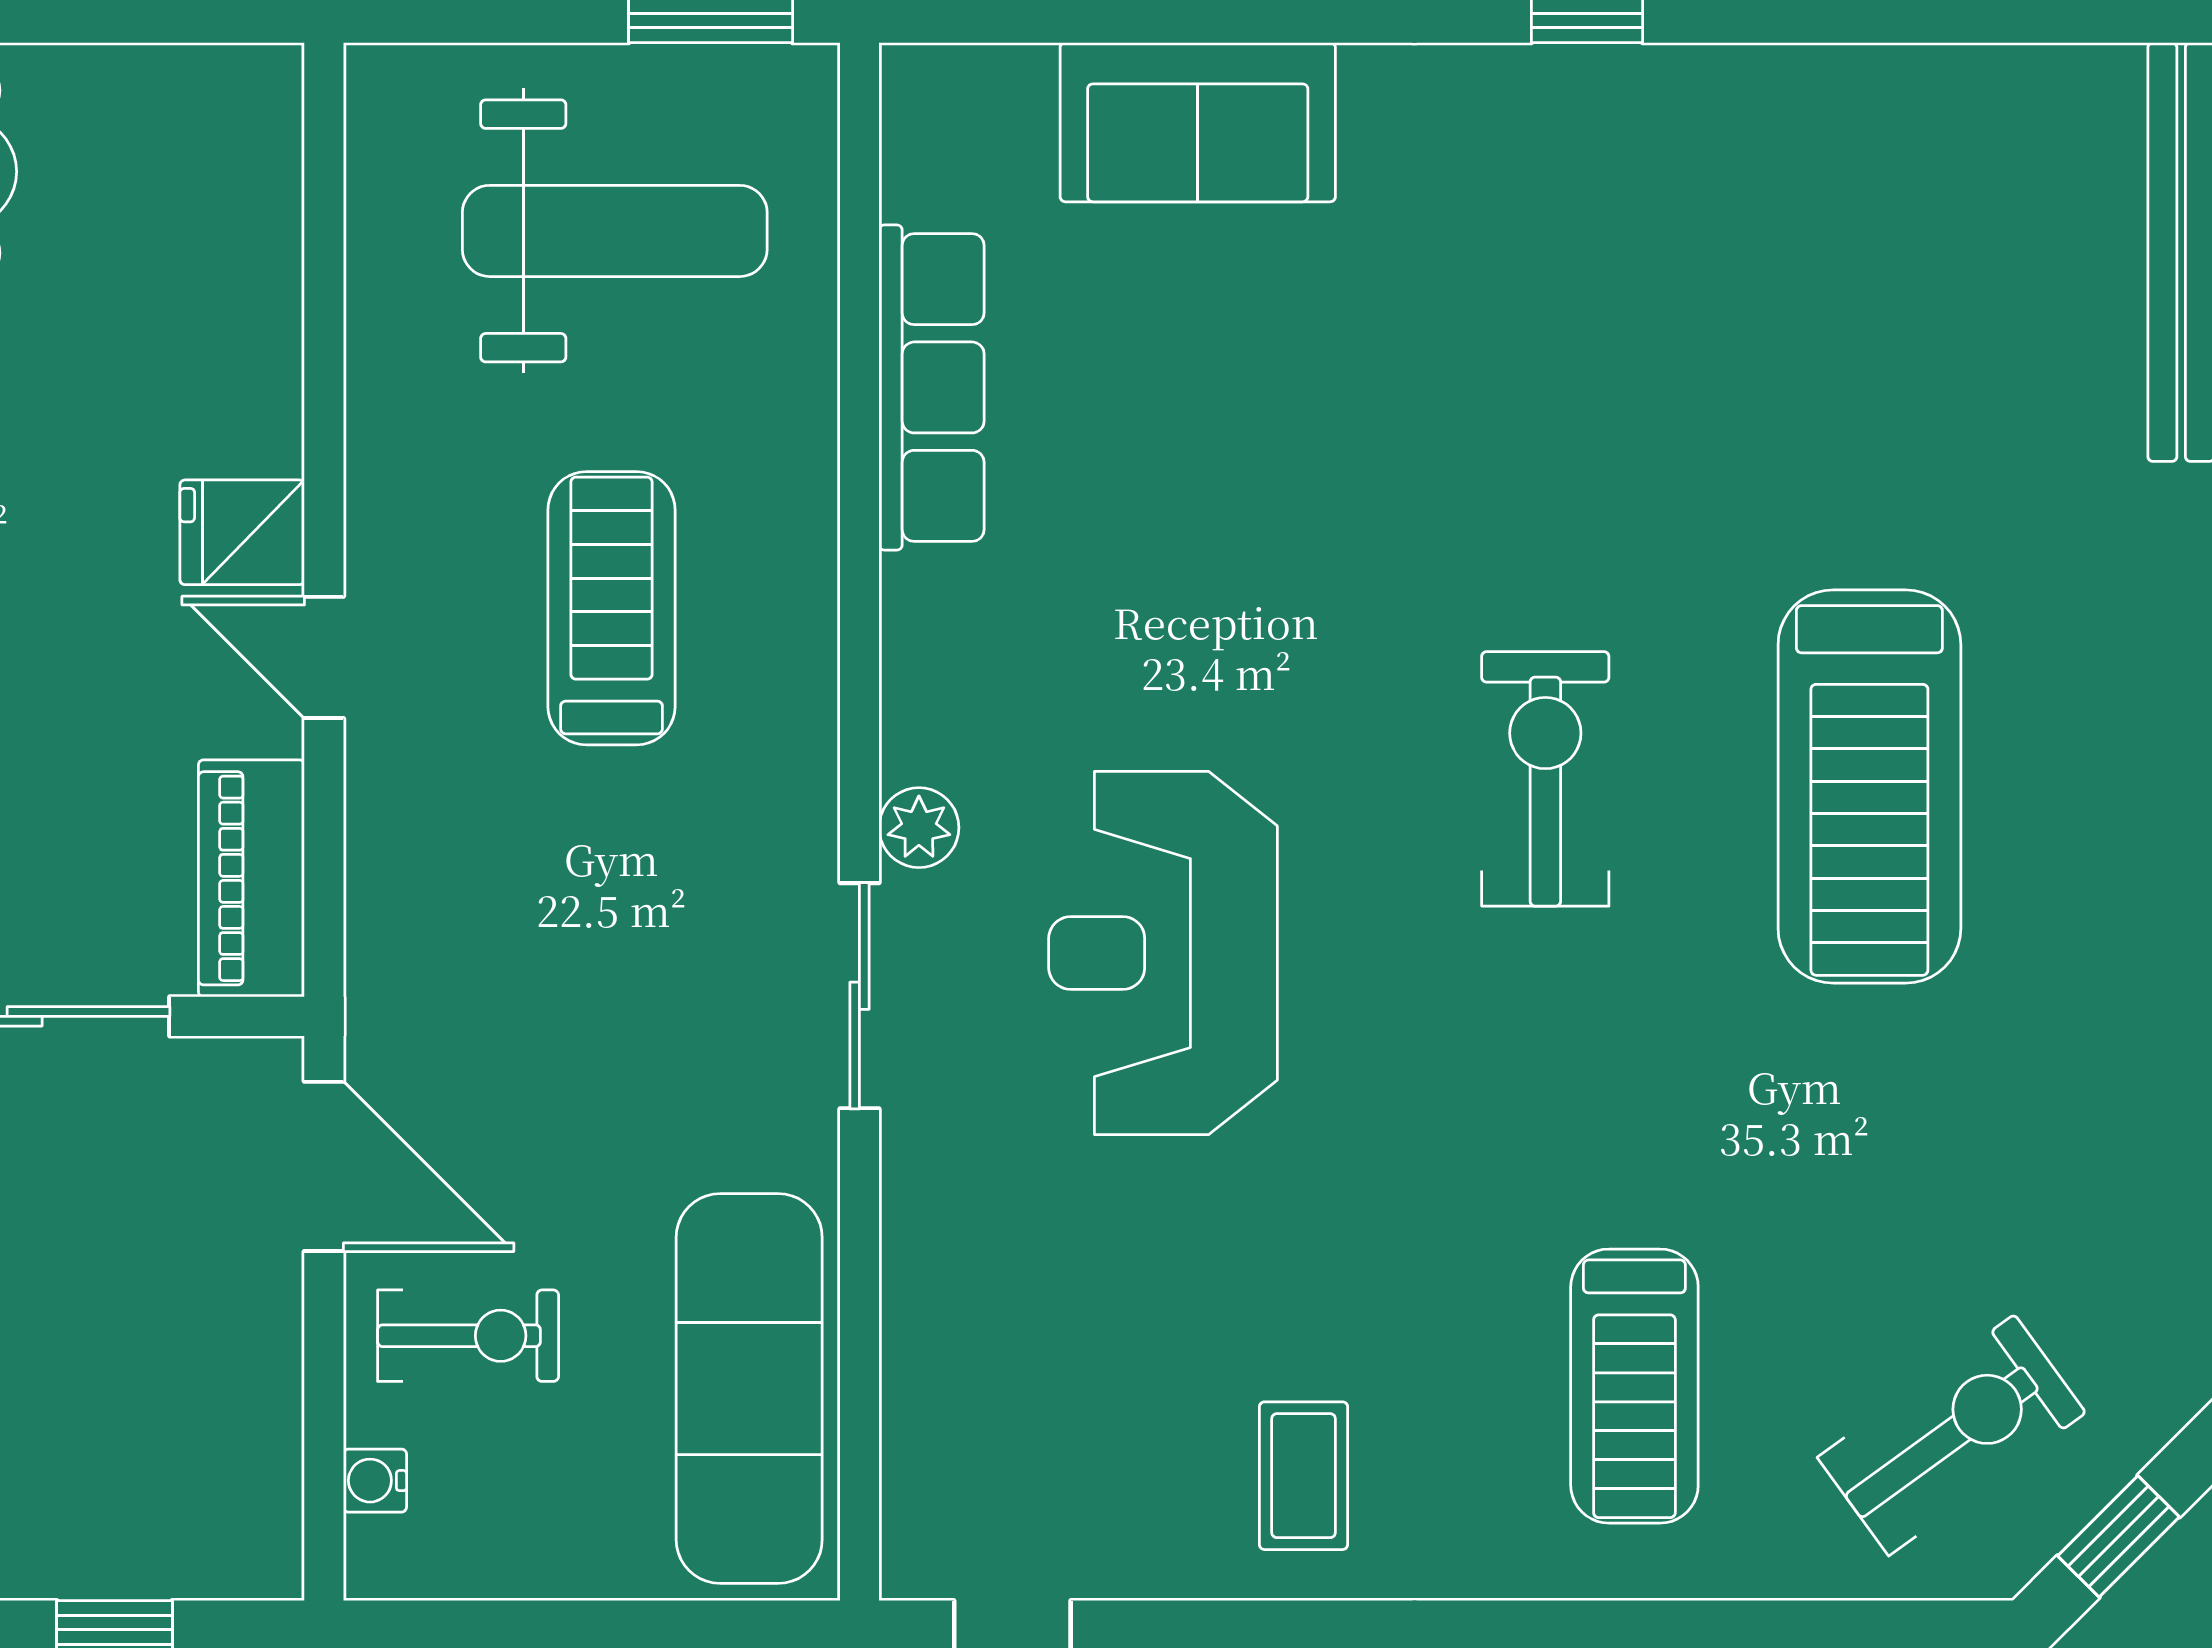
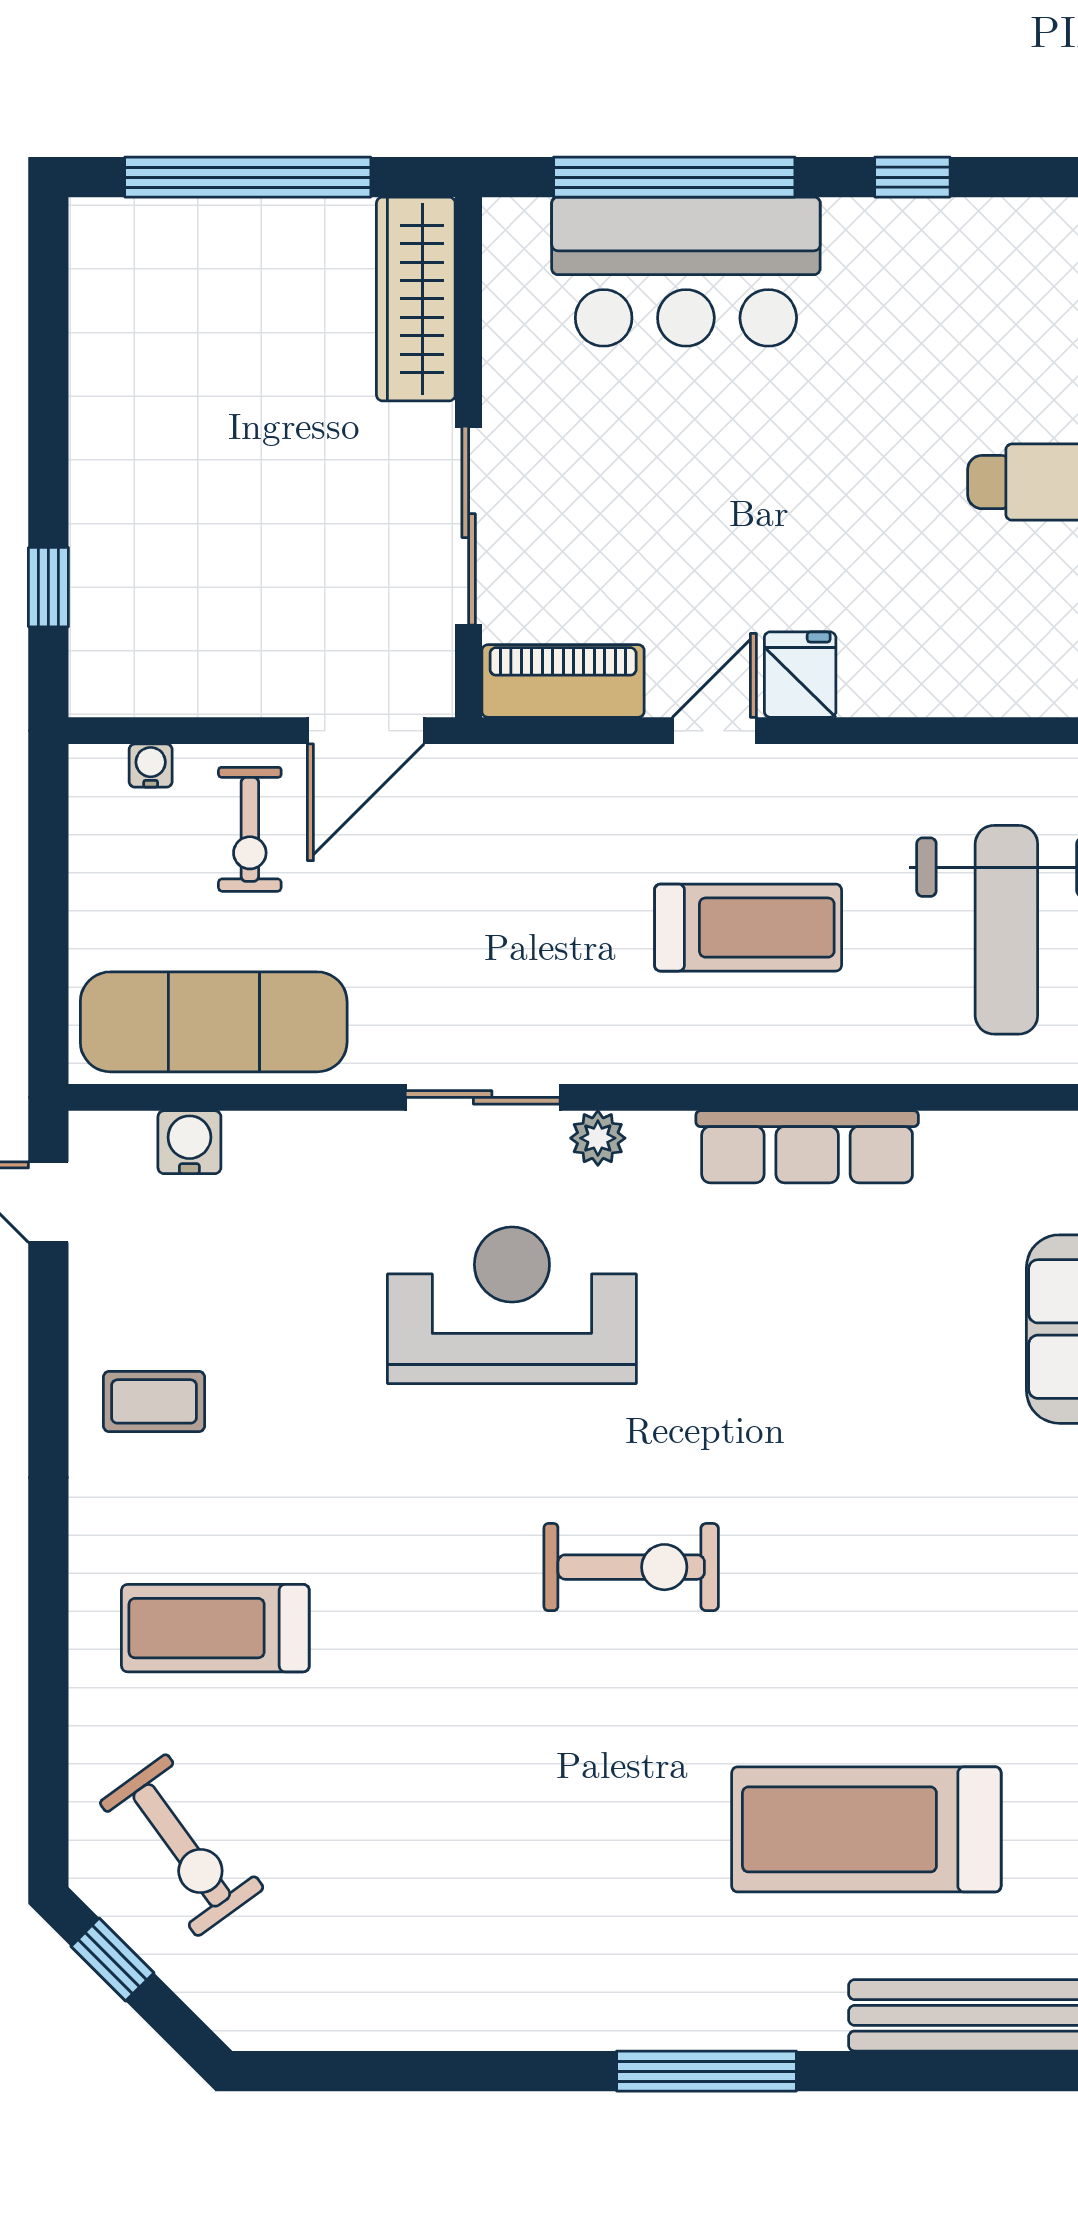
row of seats: (932, 387) -> (807, 1147), moved
treadmill: (1869, 787) -> (866, 1829), moved
water cooler: (925, 1424) -> (189, 1142), added

